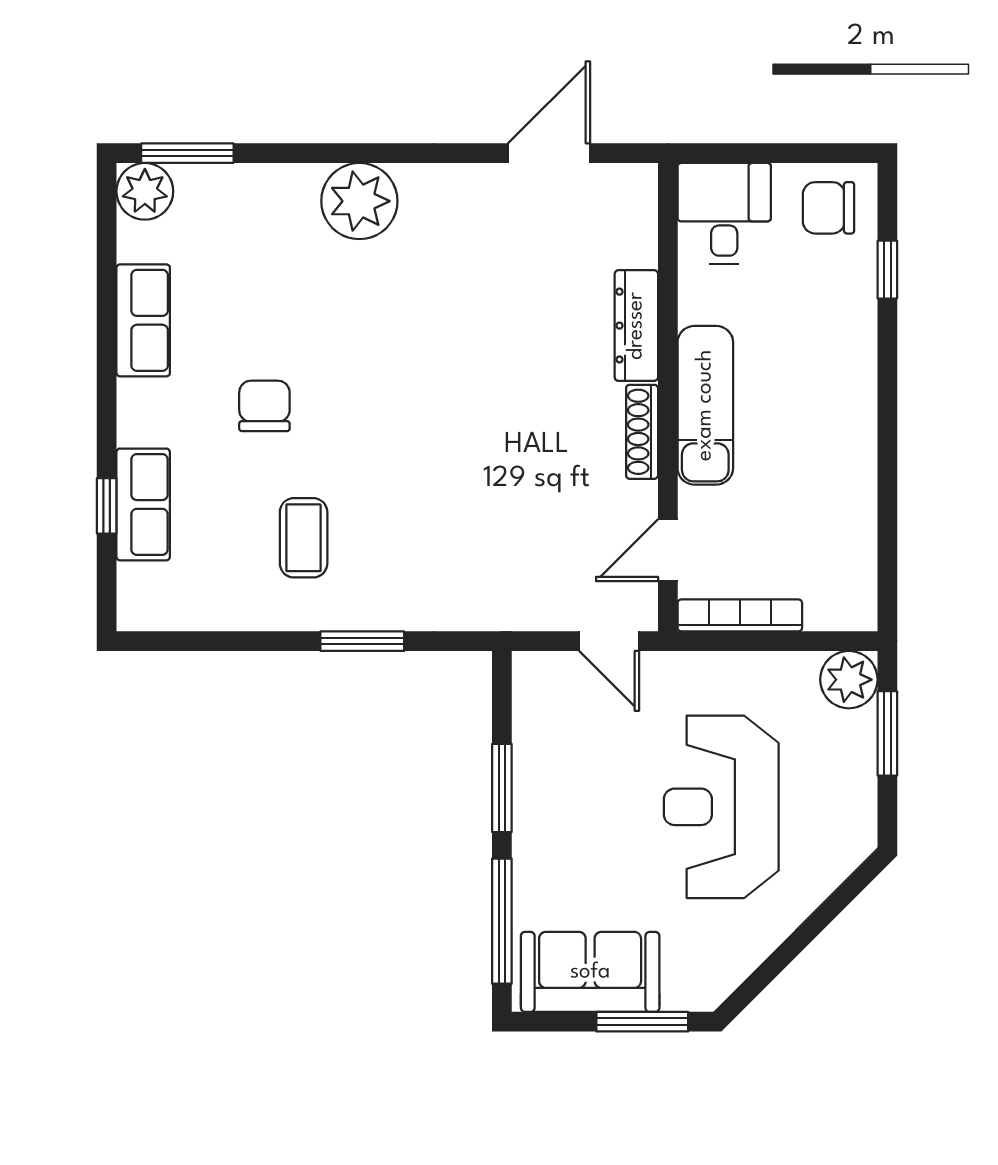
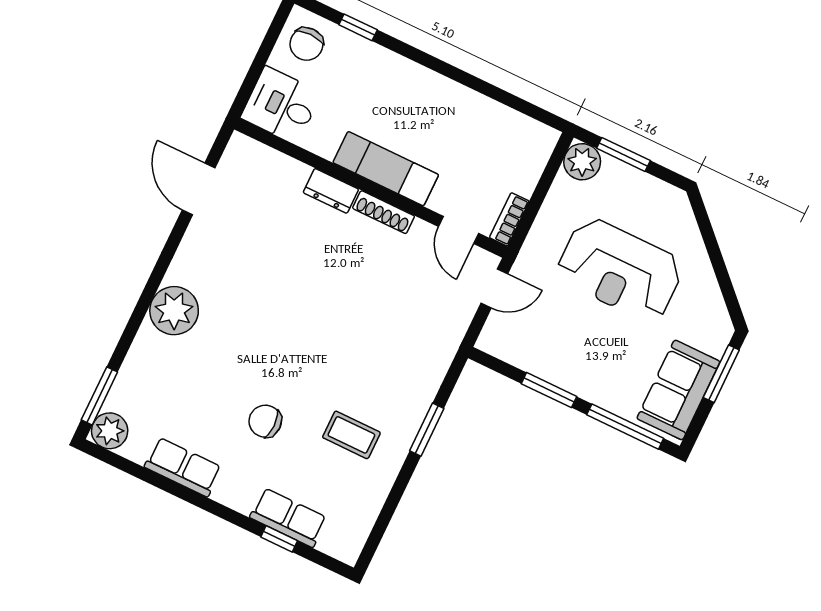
dresser: (636, 326) -> (331, 191), width x0.70
bookcase: (740, 615) -> (509, 219), width x0.64

